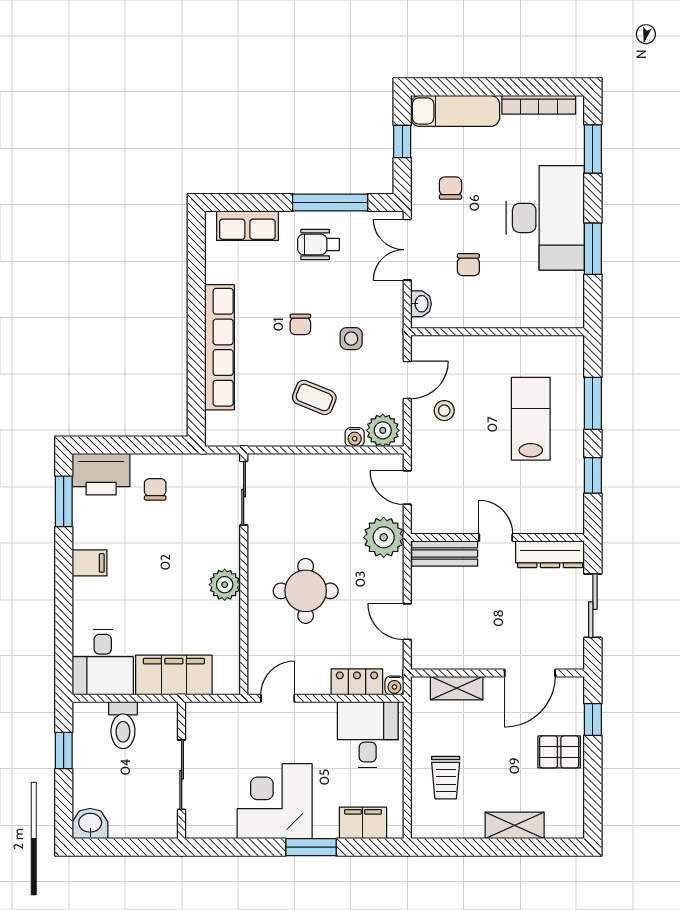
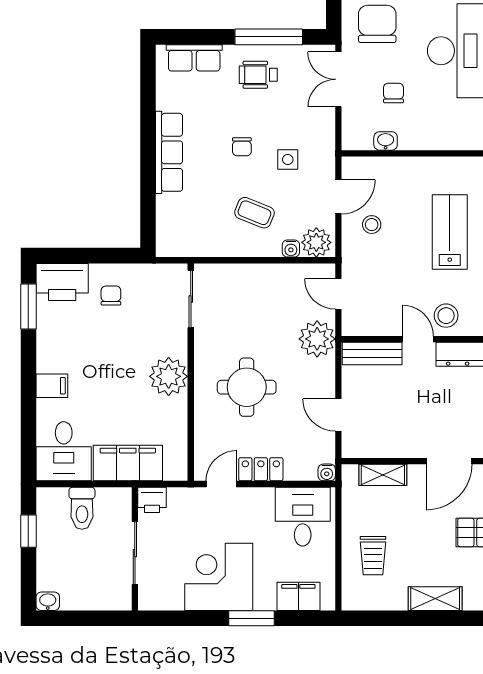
chair: (450, 188) -> (377, 24), width x1.87, depth x1.87
chair: (468, 265) -> (393, 93), turned 180
washbasin: (421, 304) -> (386, 141), moved, turned -90
row of seats: (220, 347) -> (169, 152), width x0.73
stool: (527, 512) -> (446, 316), added
filing cabinet: (90, 563) -> (52, 386), moved
plant: (225, 585) -> (169, 376), width x1.36, depth x1.36
locker: (357, 682) -> (261, 469), moved
printer: (201, 716) -> (152, 500), added
washbasin: (90, 824) -> (48, 601), width x0.72, depth x0.69

